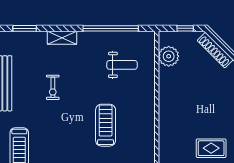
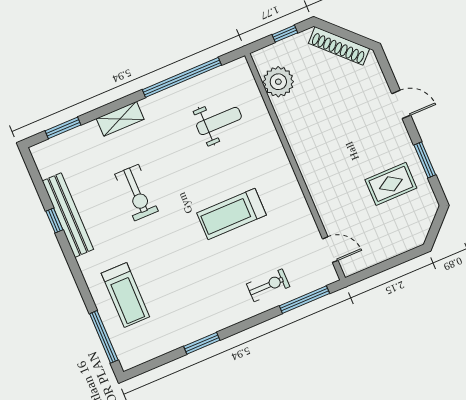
exercise bike: (53, 87) -> (137, 193), width x1.38, depth x1.39
treadmill: (106, 125) -> (232, 214), turned -90

